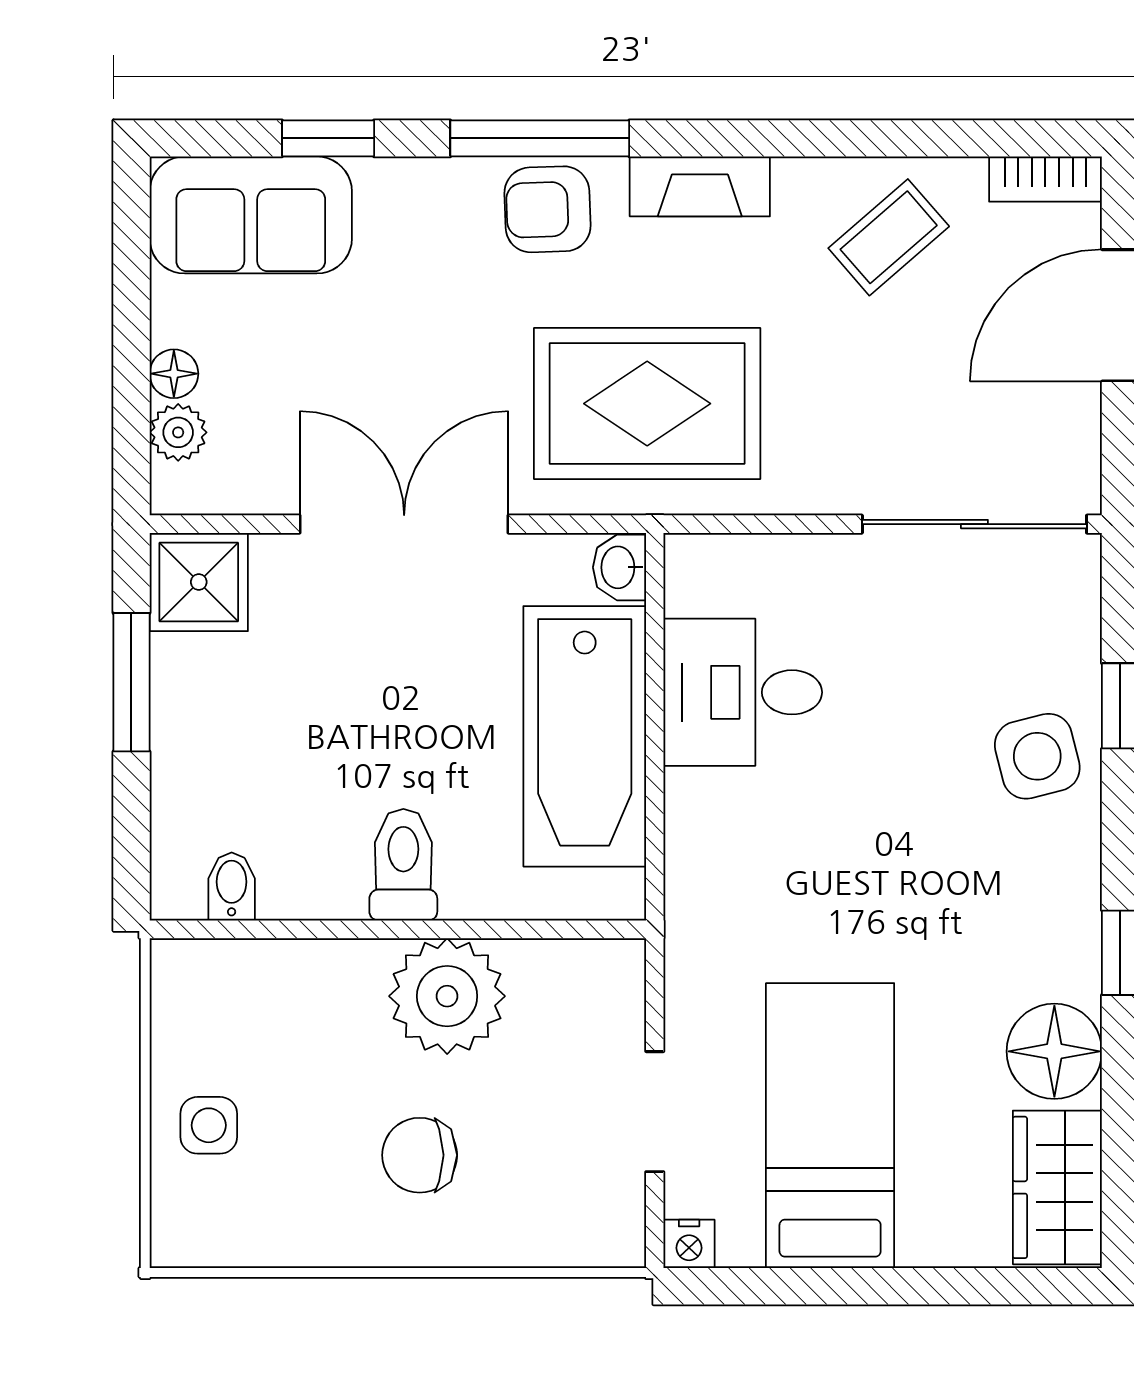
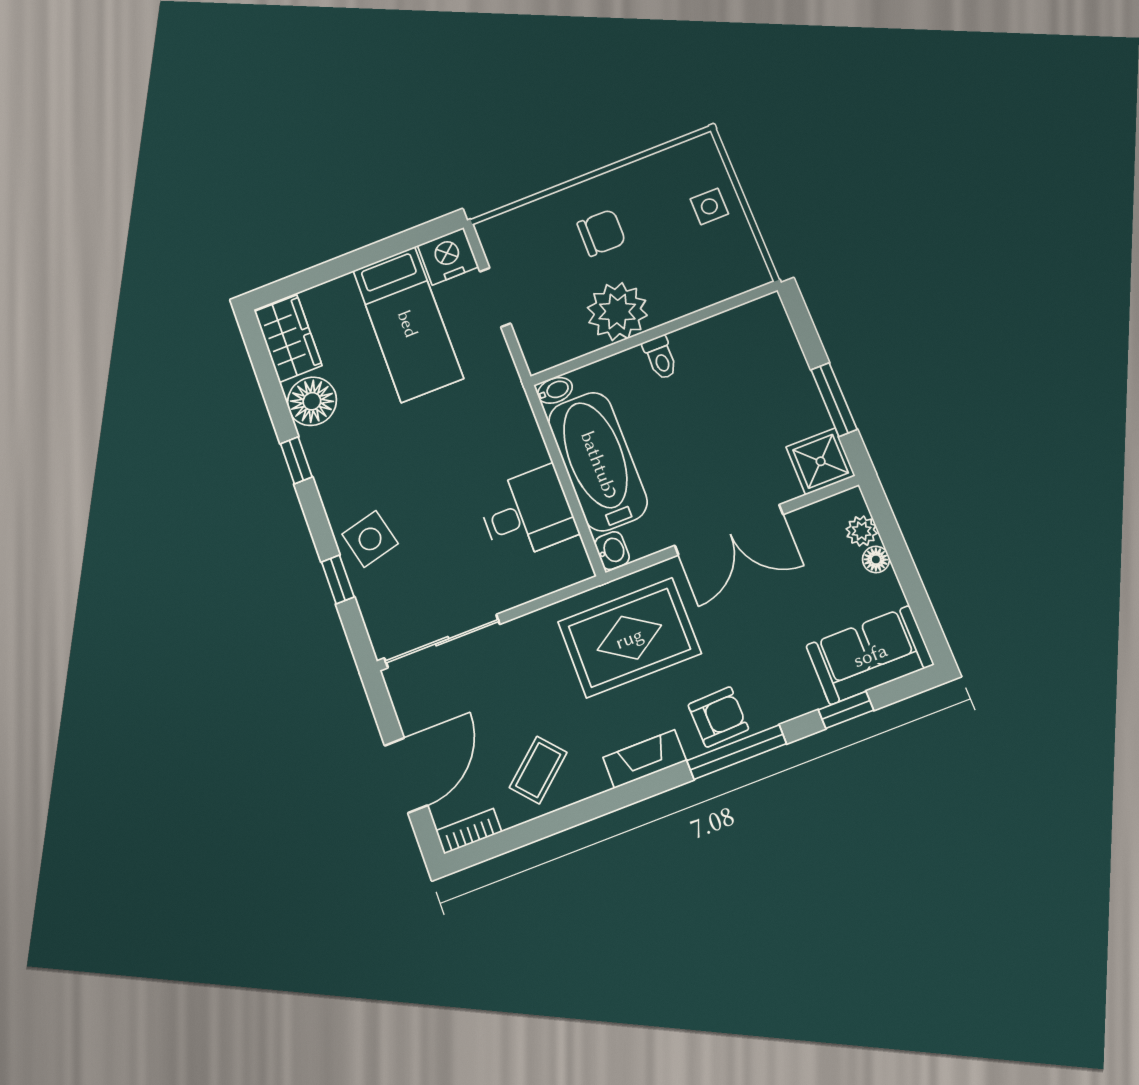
toilet: (403, 865) -> (660, 358), width x0.73, depth x0.72
bidet: (232, 887) -> (555, 390), moved, turned -90
nightstand: (689, 1244) -> (448, 256), width x1.89, depth x1.79

